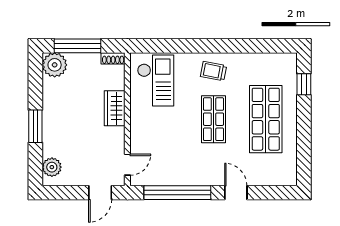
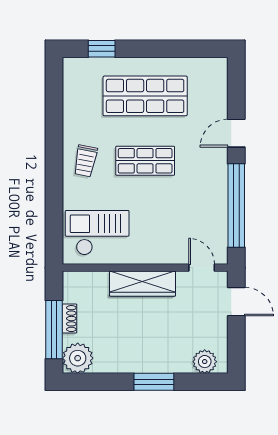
shoe rack: (113, 58) -> (69, 319), moved
wardrobe: (115, 108) -> (142, 284), width x1.50

